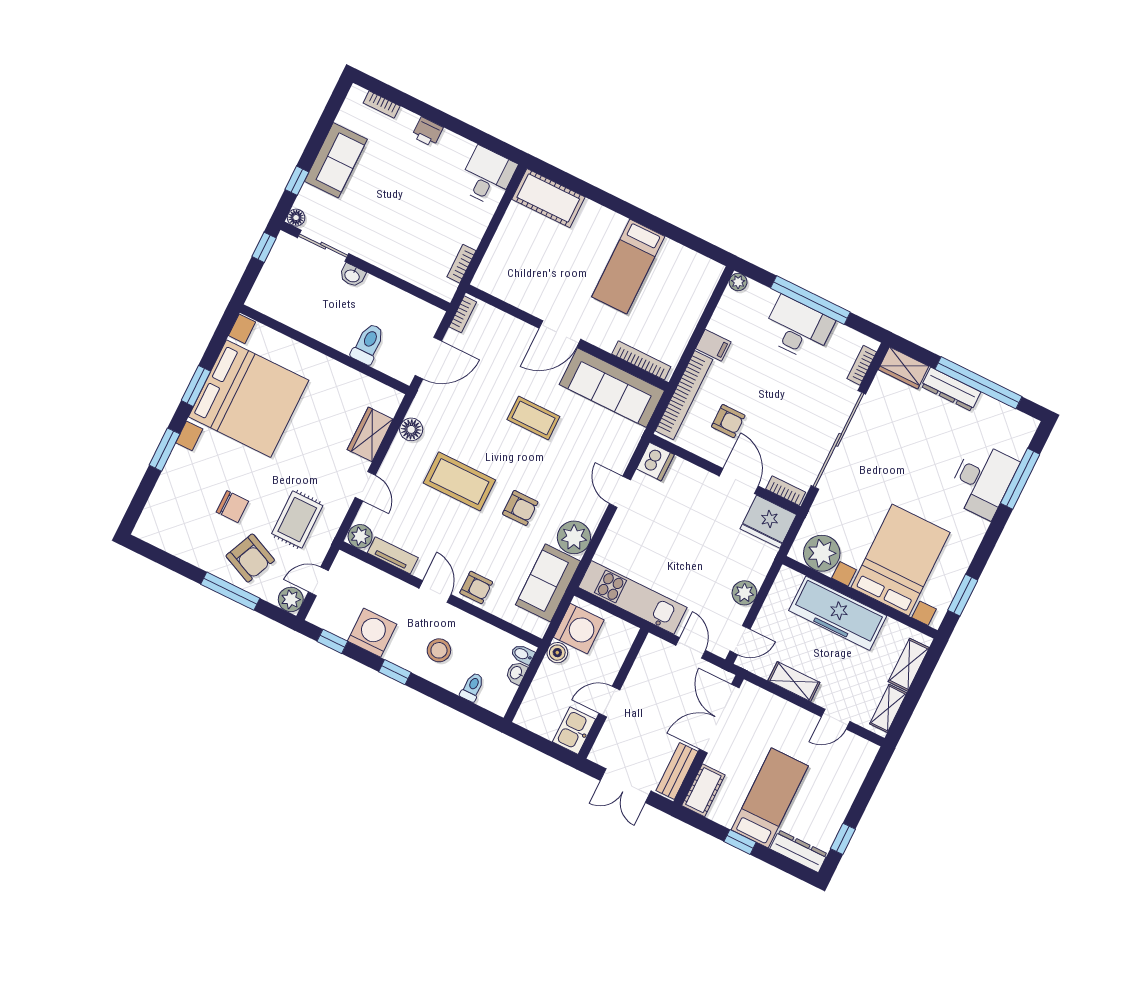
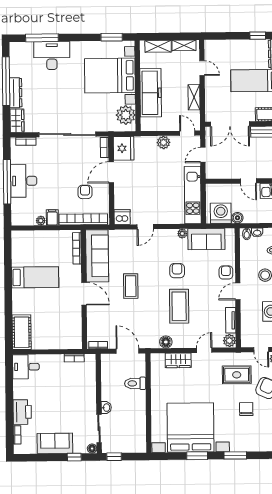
printer: (427, 132) -> (22, 412), width x1.87, depth x1.48
plant: (738, 282) -> (41, 221), moved
plant: (574, 537) -> (182, 234), width x0.53, depth x0.53

